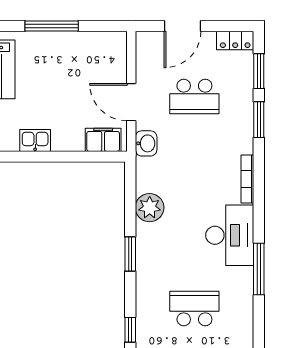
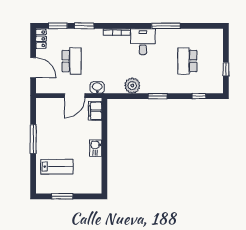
desk: (230, 235) -> (143, 42), width x0.73

